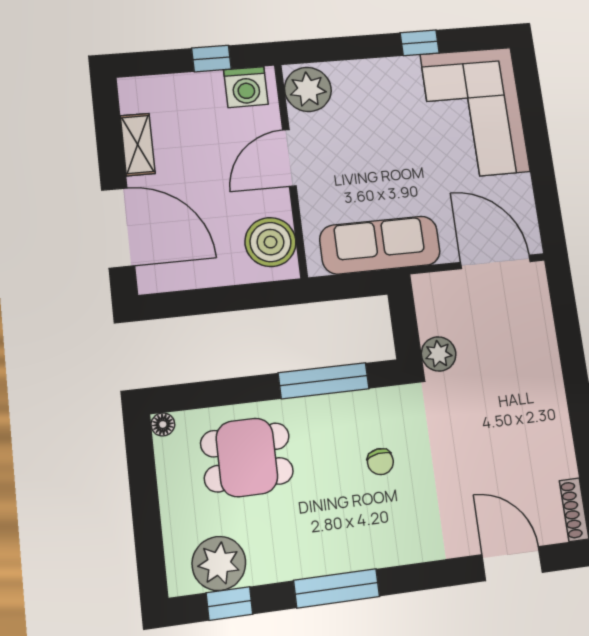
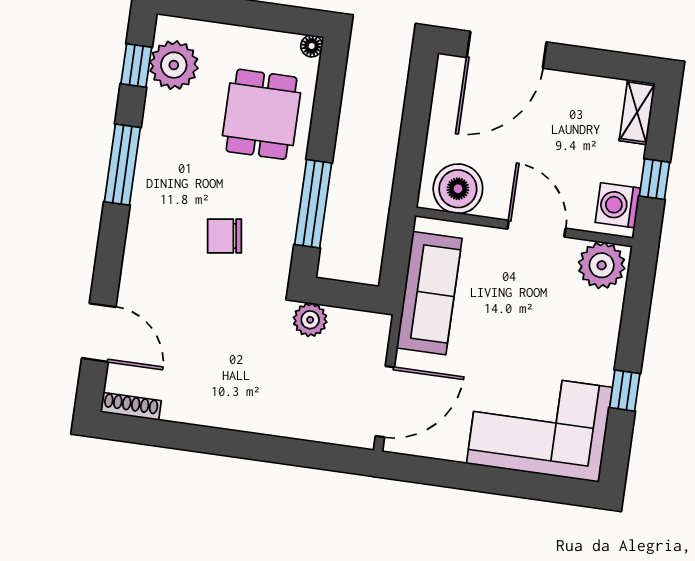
shelving: (138, 145) -> (637, 112), moved, turned 90
chair: (380, 462) -> (225, 236), width x1.37, depth x1.37
door: (512, 564) -> (99, 333), hinge flipped

